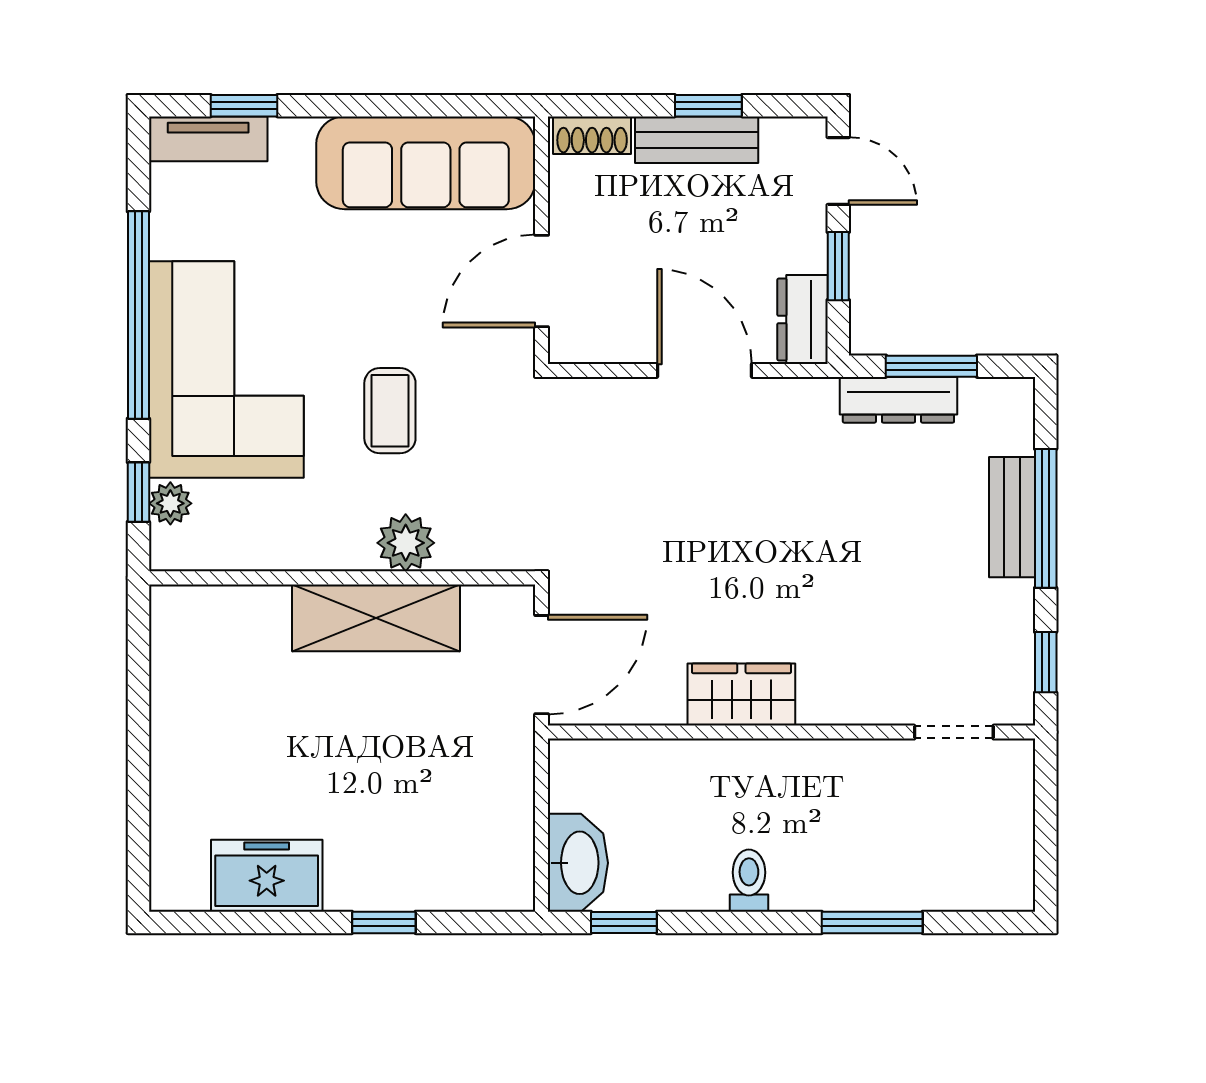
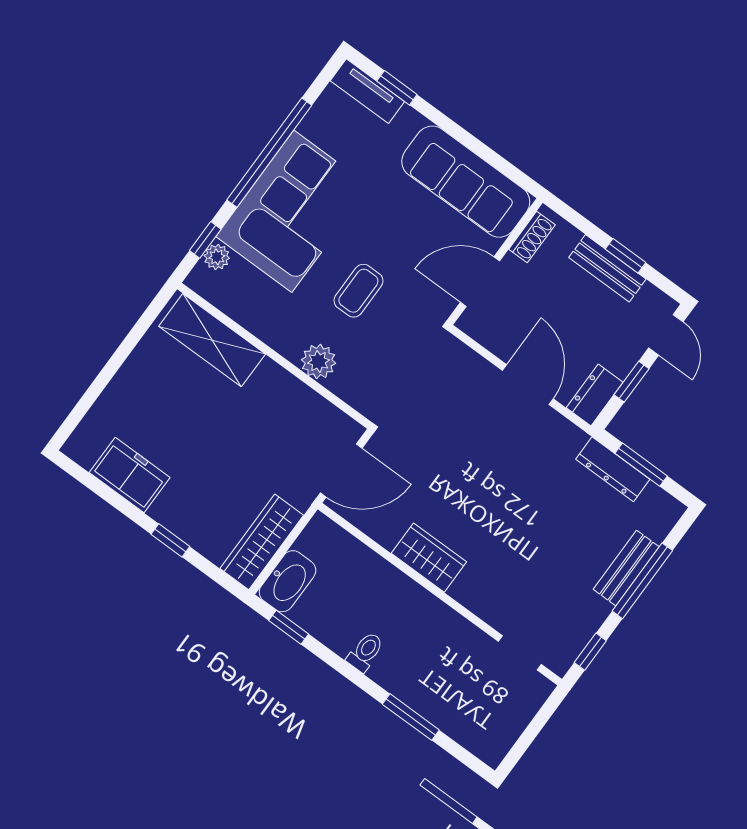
shoe rack: (592, 135) -> (532, 237), moved, turned -90
shelving: (376, 618) -> (212, 340), moved
wardrobe: (506, 836) -> (262, 542), added

